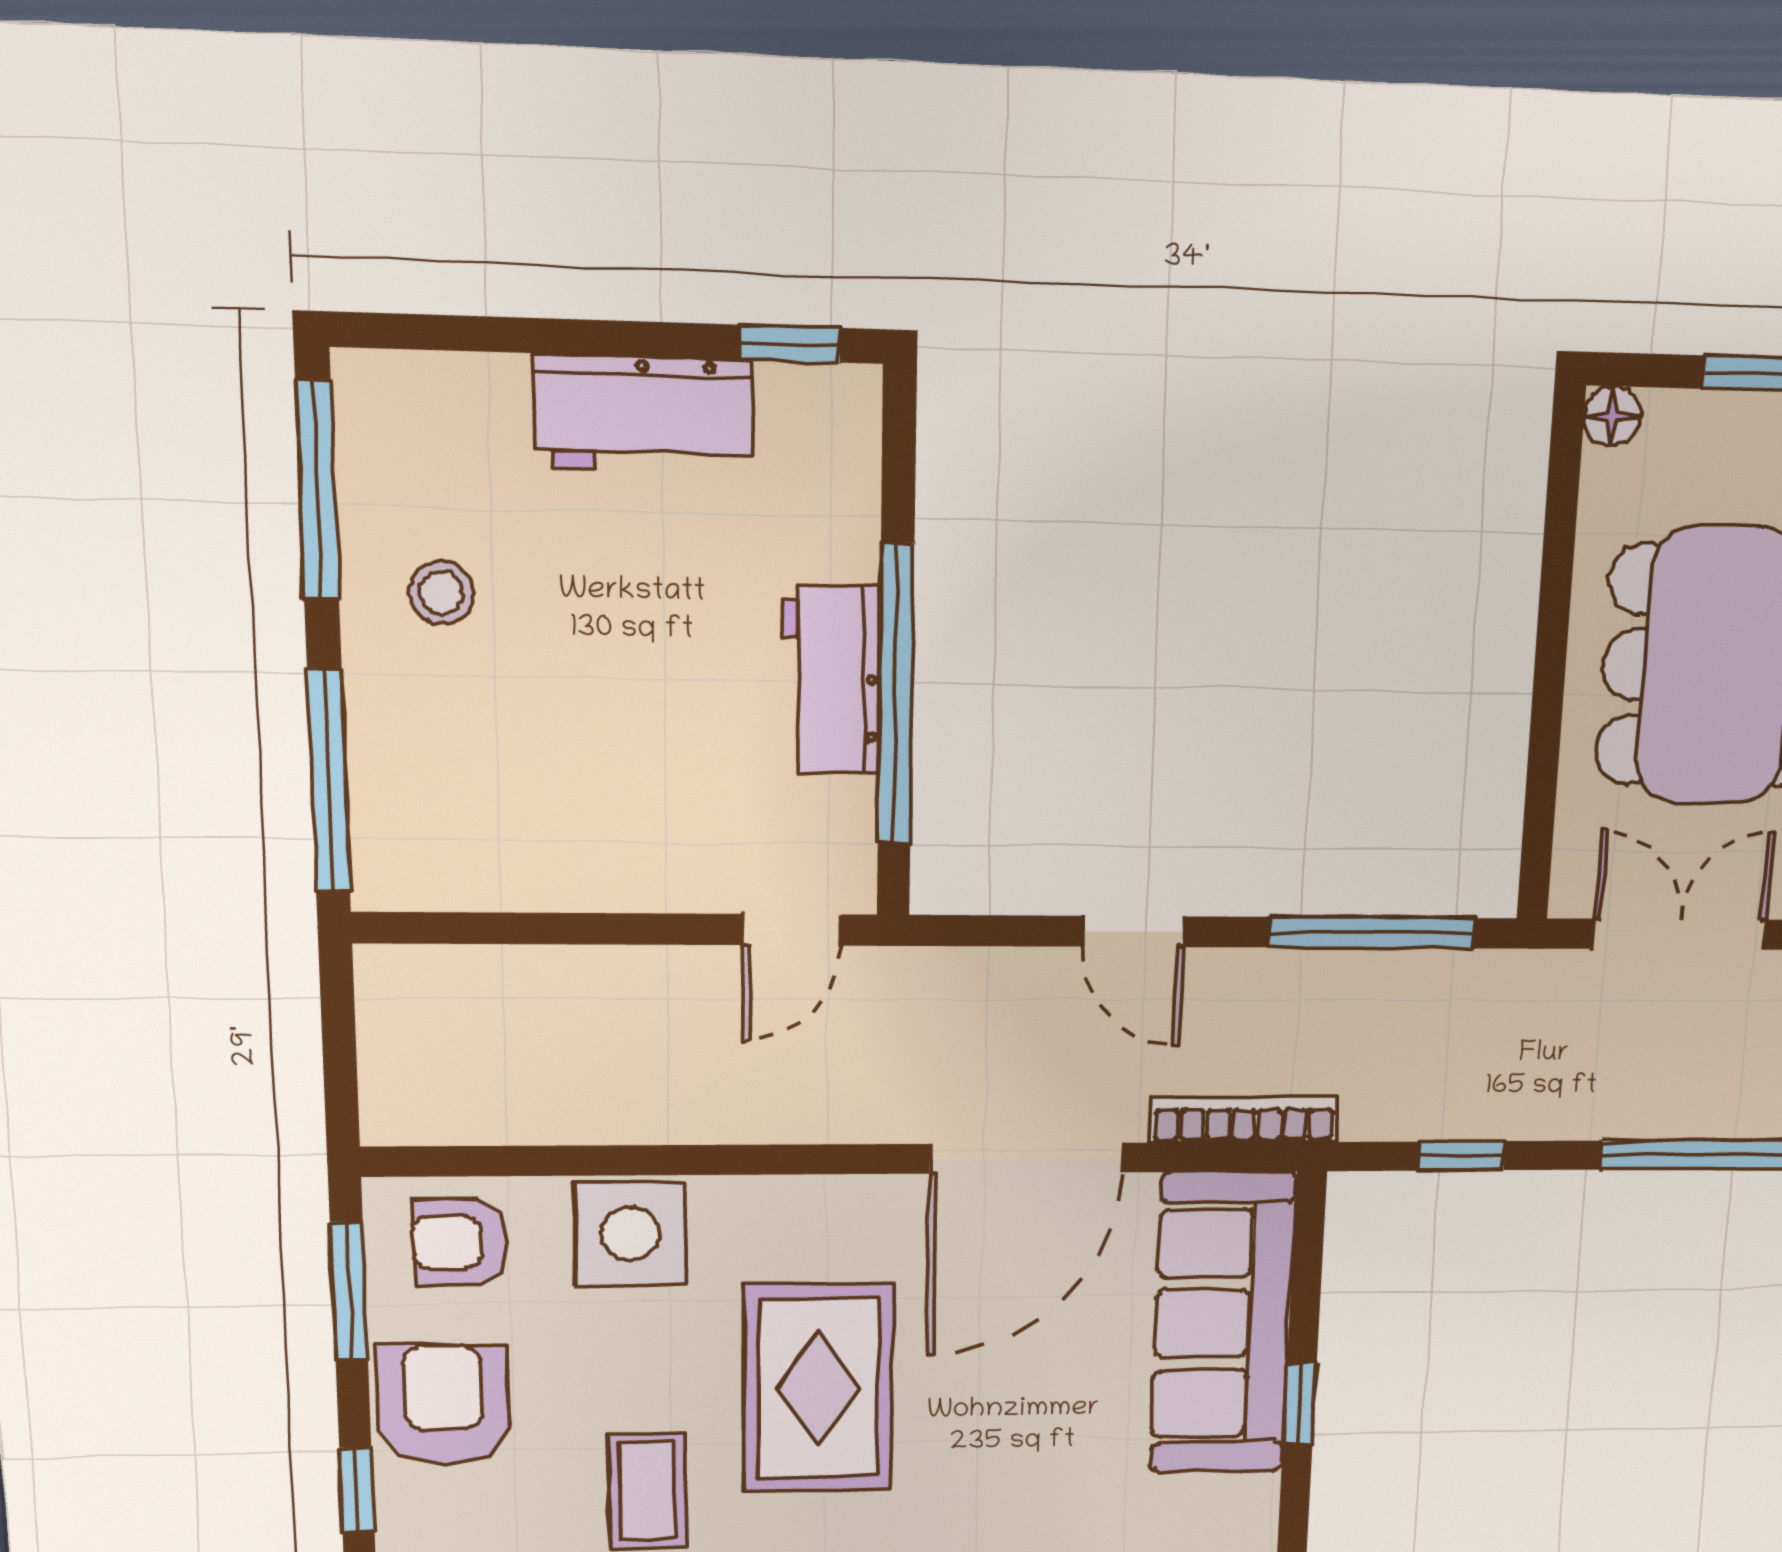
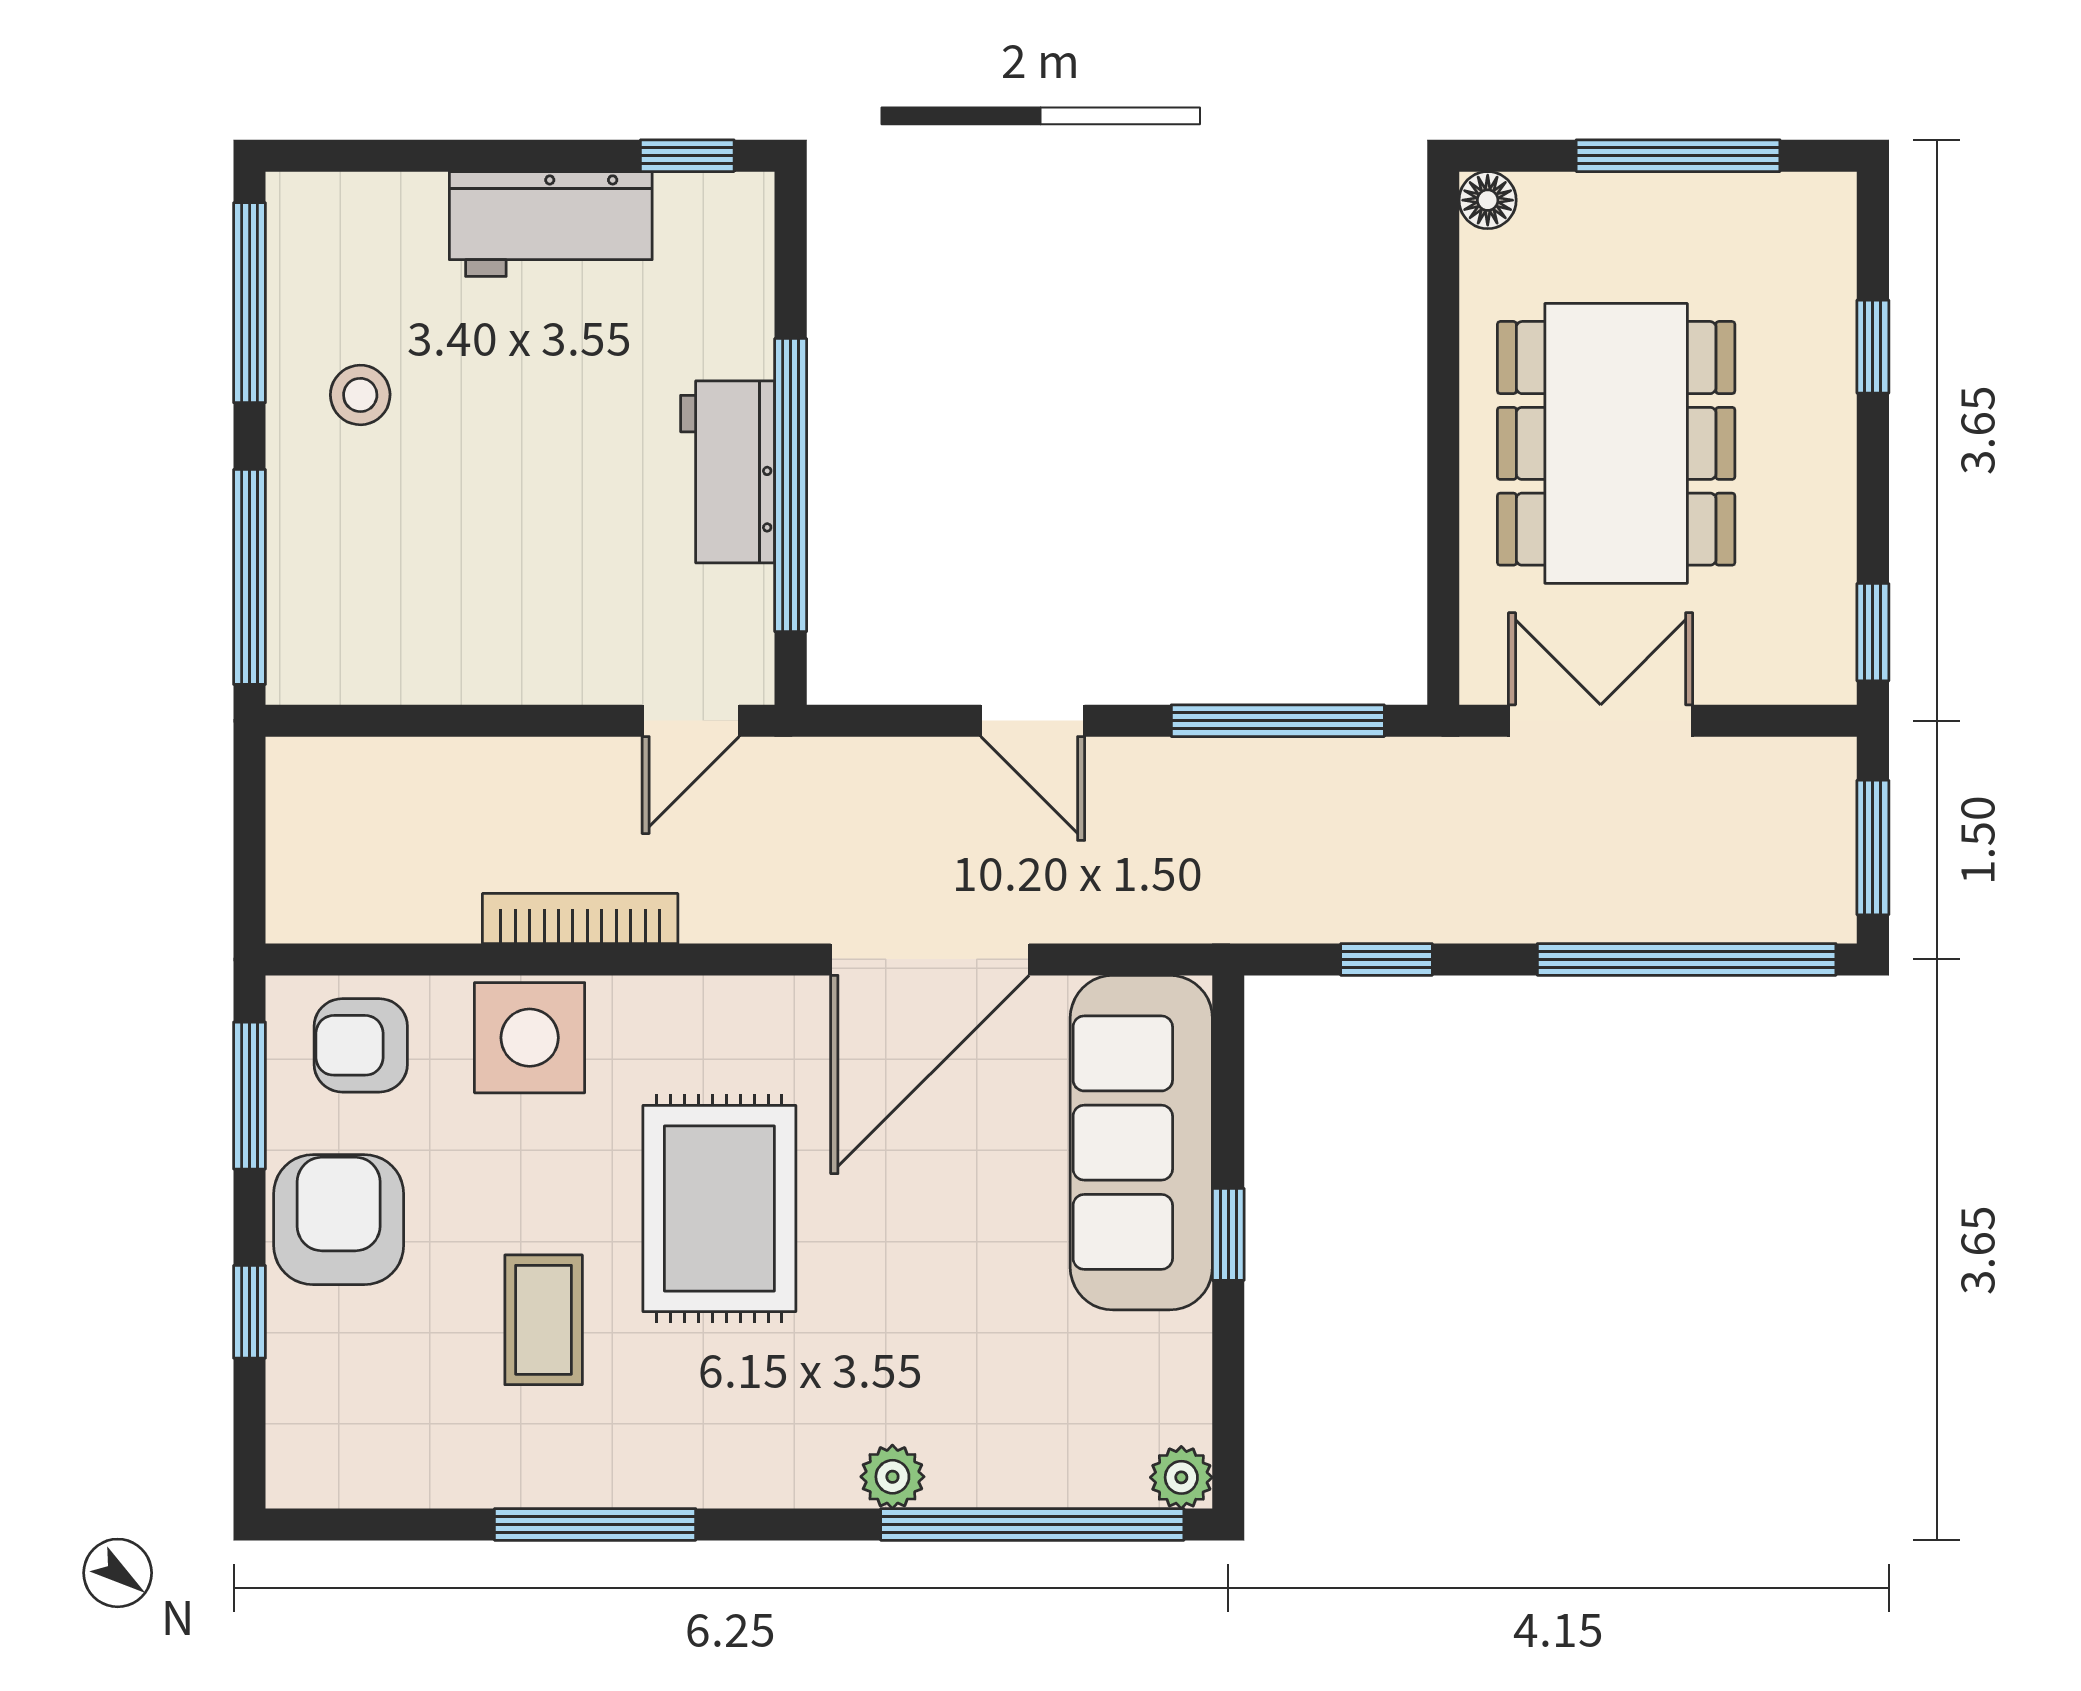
bookcase: (1244, 1119) -> (580, 918), moved

